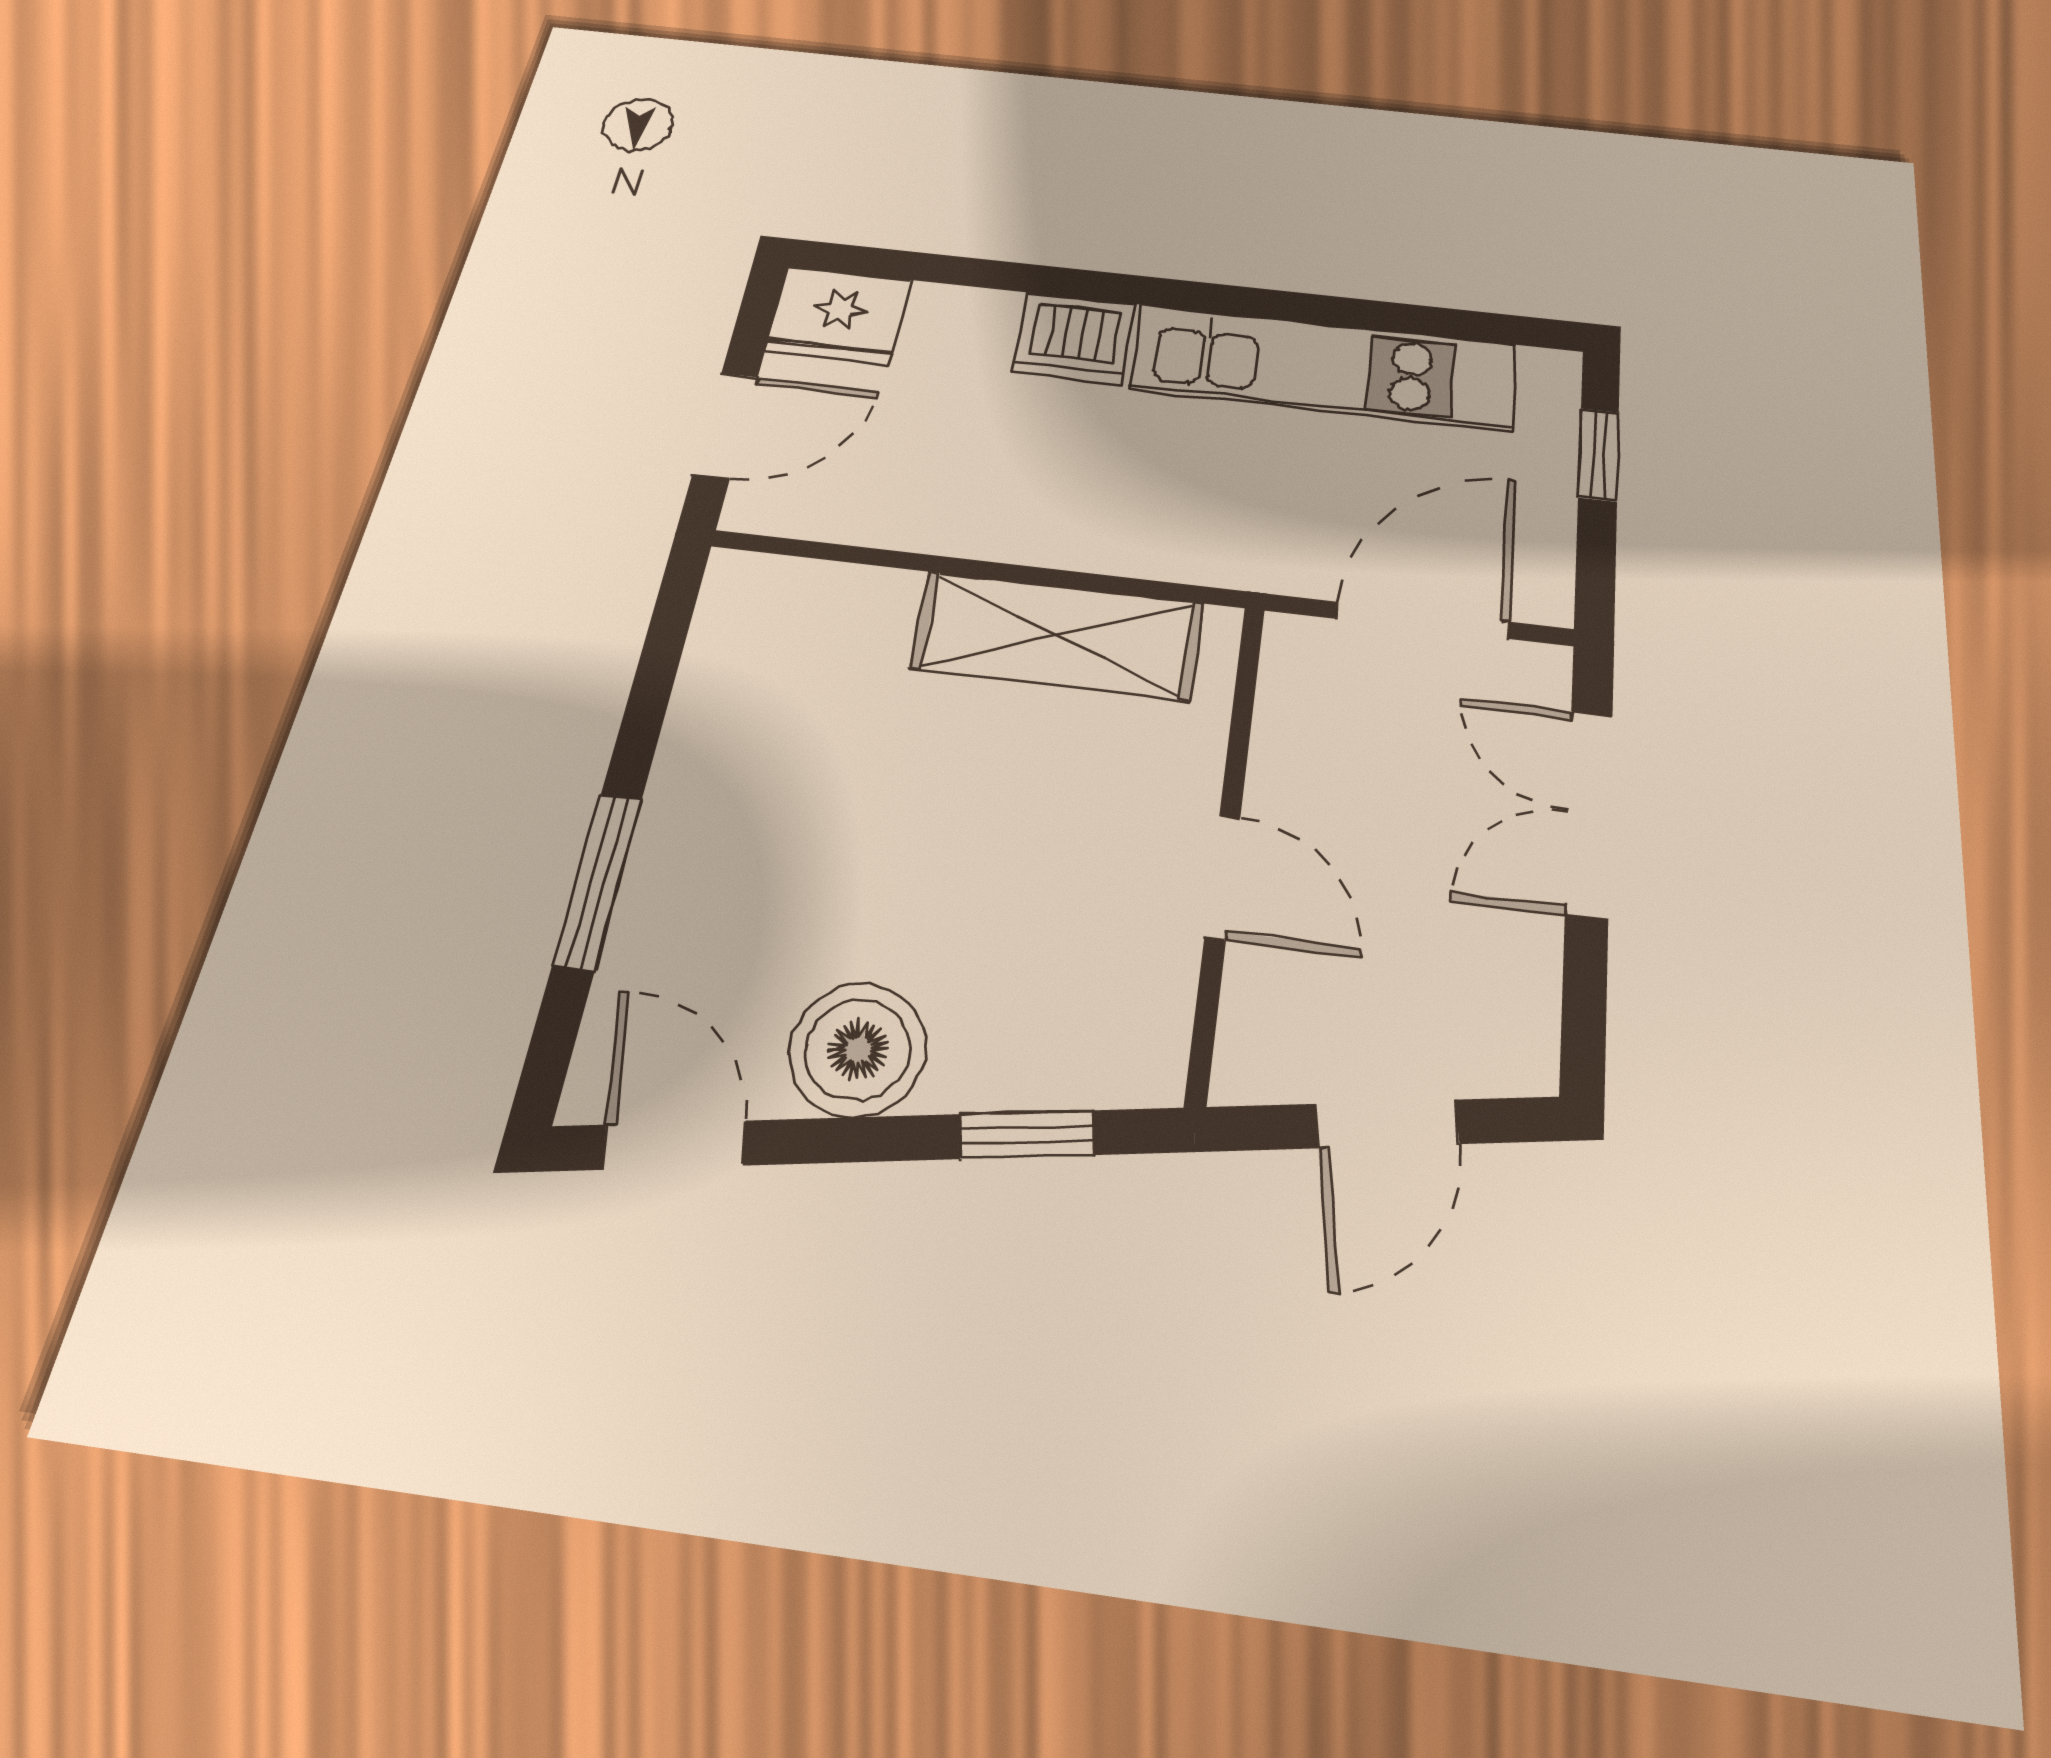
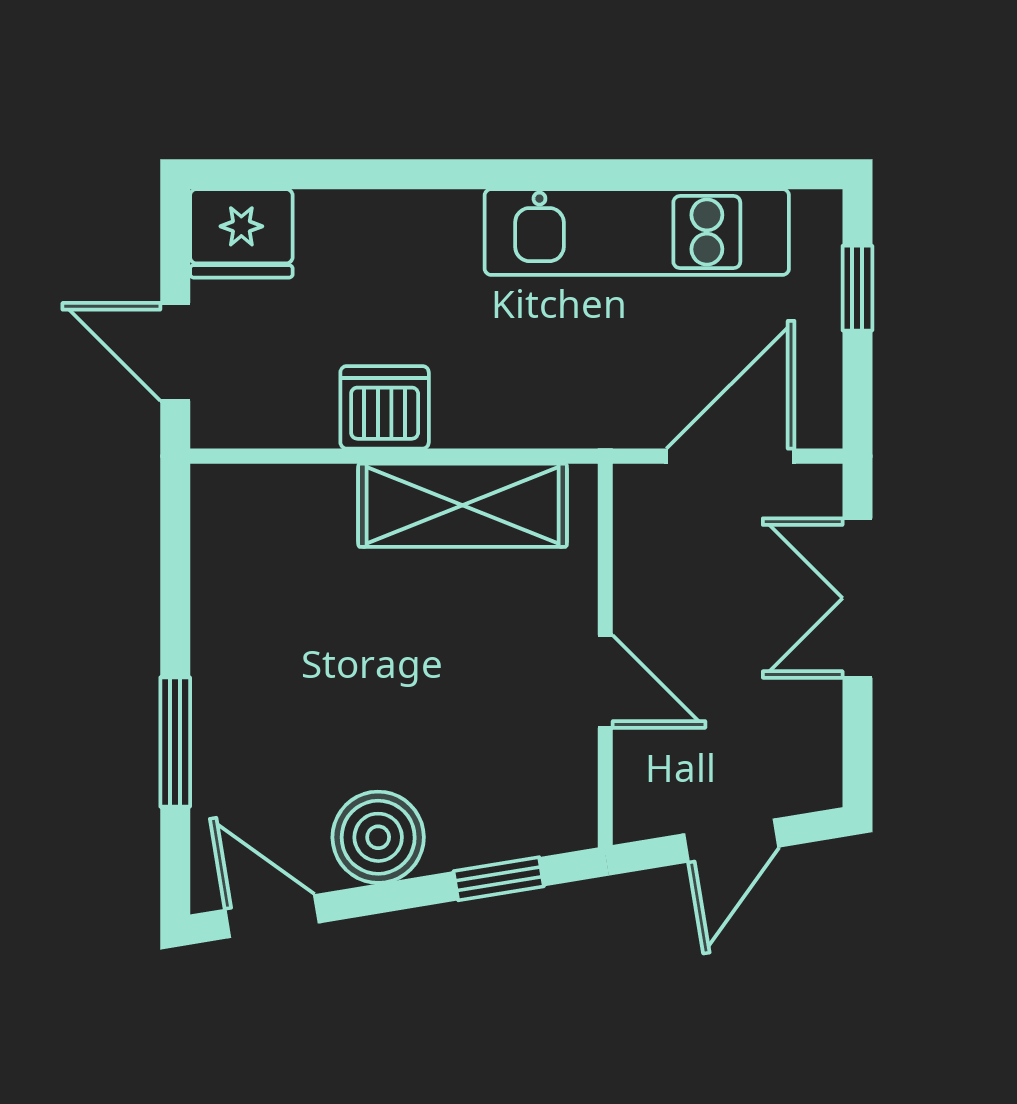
dishwasher: (1074, 338) -> (385, 407), moved, turned 180
door: (726, 425) -> (175, 352), swing flipped

